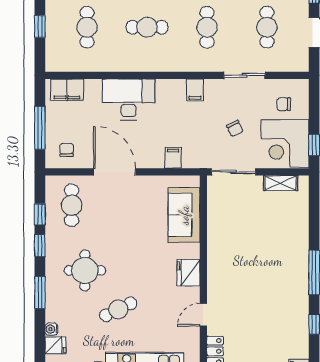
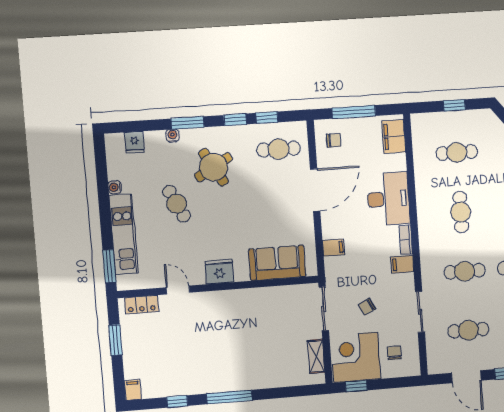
bookcase: (171, 85) -> (406, 240), added
round table: (85, 270) -> (214, 167), turned -30
water cooler: (51, 329) -> (173, 136), moved

